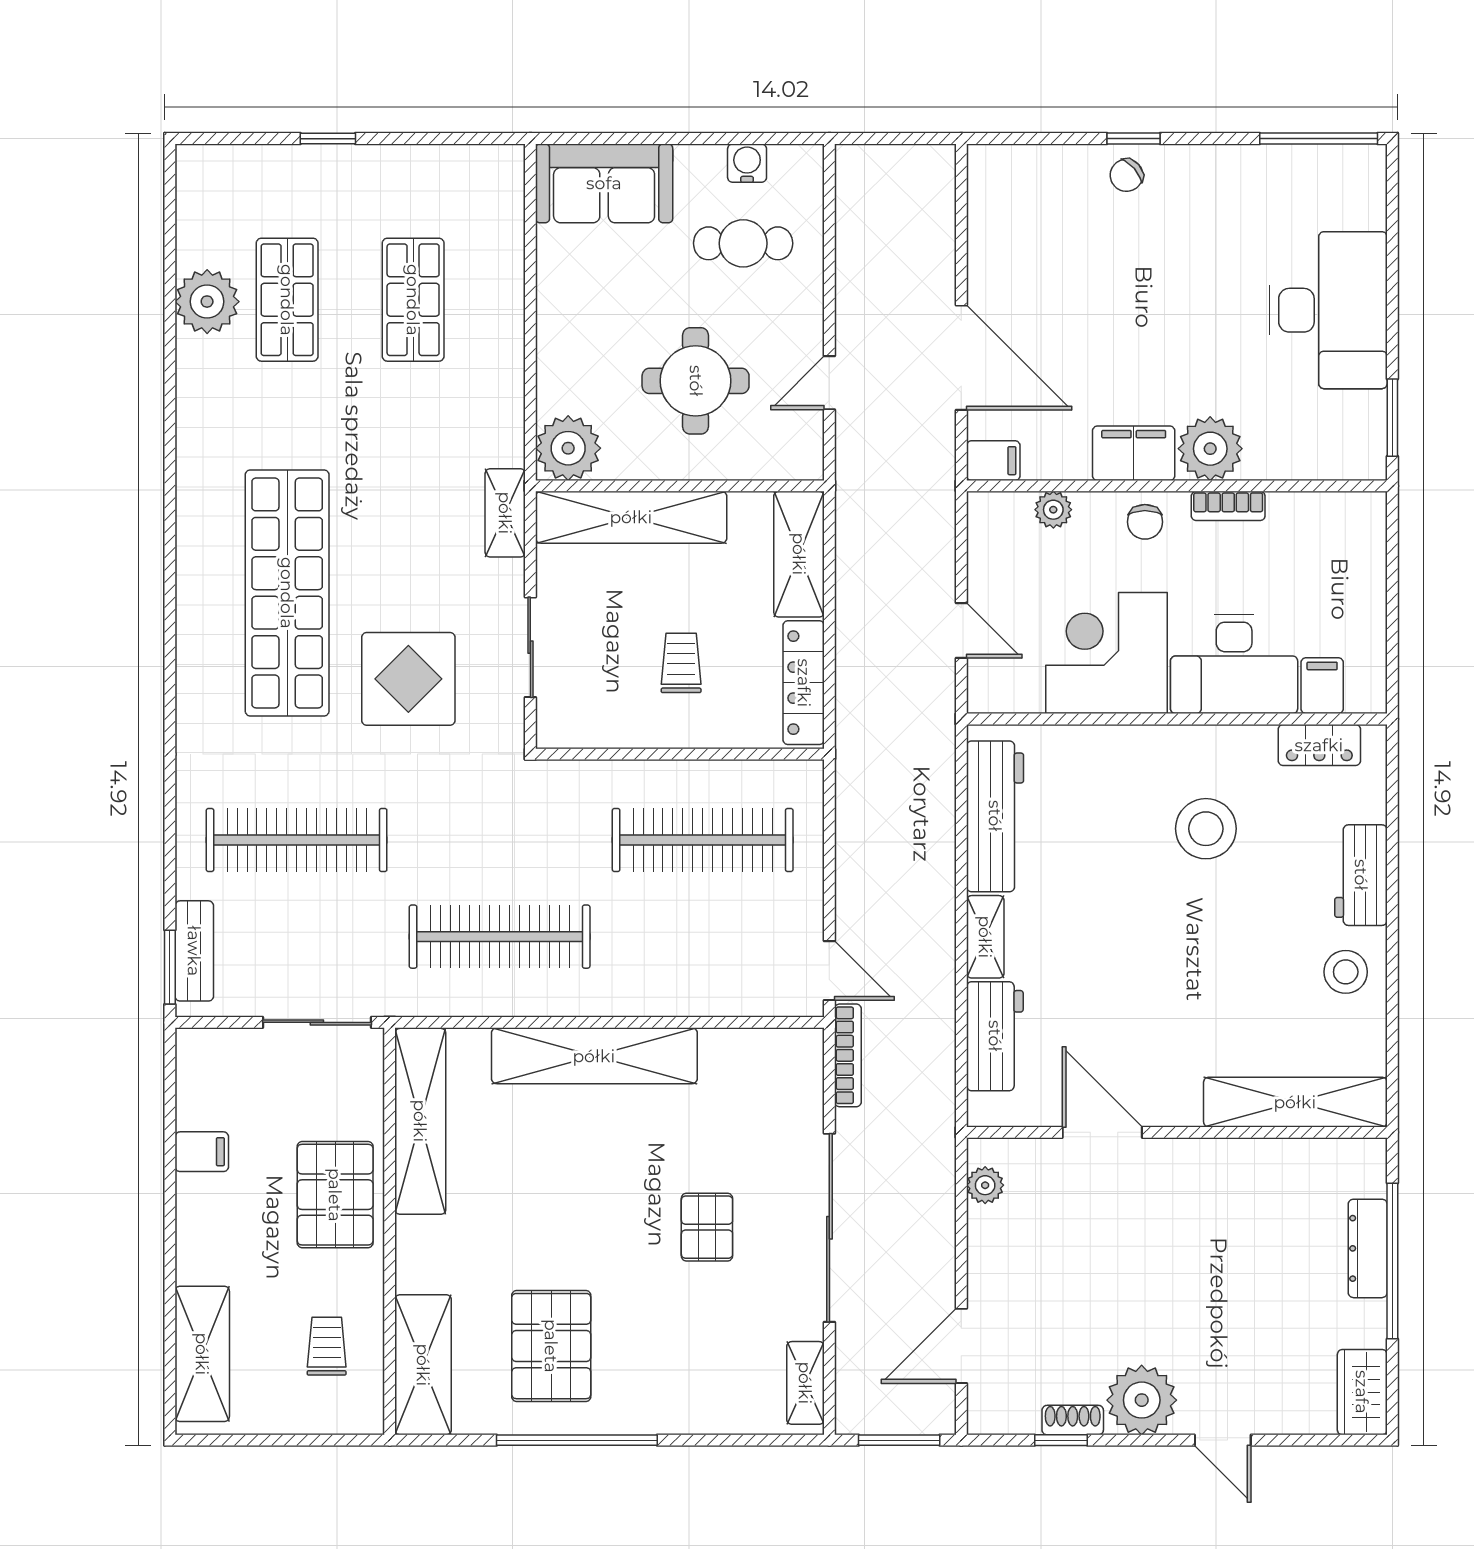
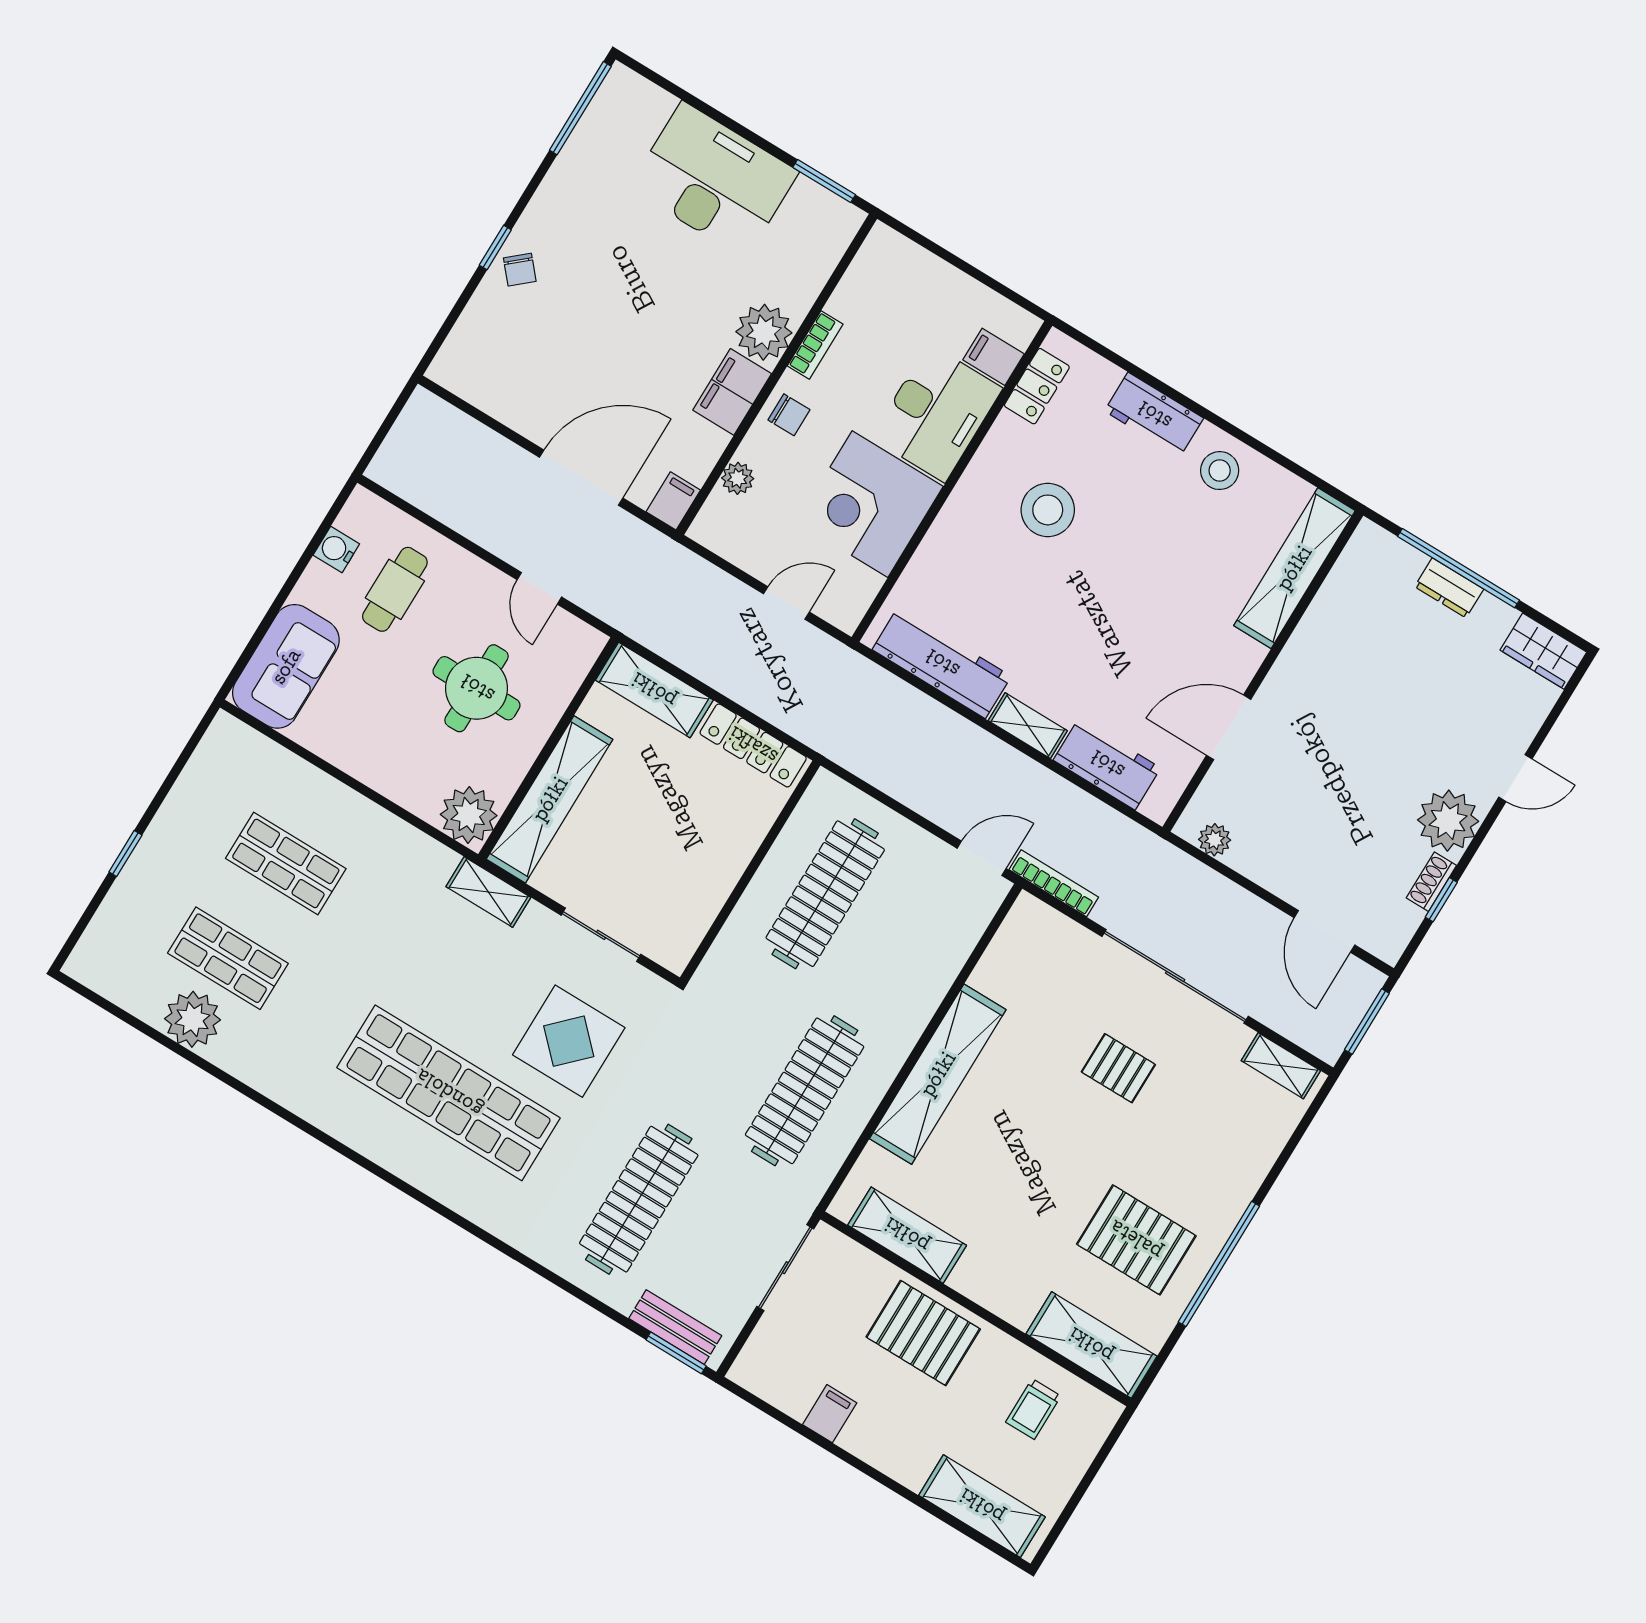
trolley: (681, 663) -> (682, 829), removed
shelving: (420, 1121) -> (907, 1235), width x0.68
dresser: (1368, 1248) -> (1449, 588), width x0.70
trolley: (327, 1346) -> (1033, 1409), turned -90

